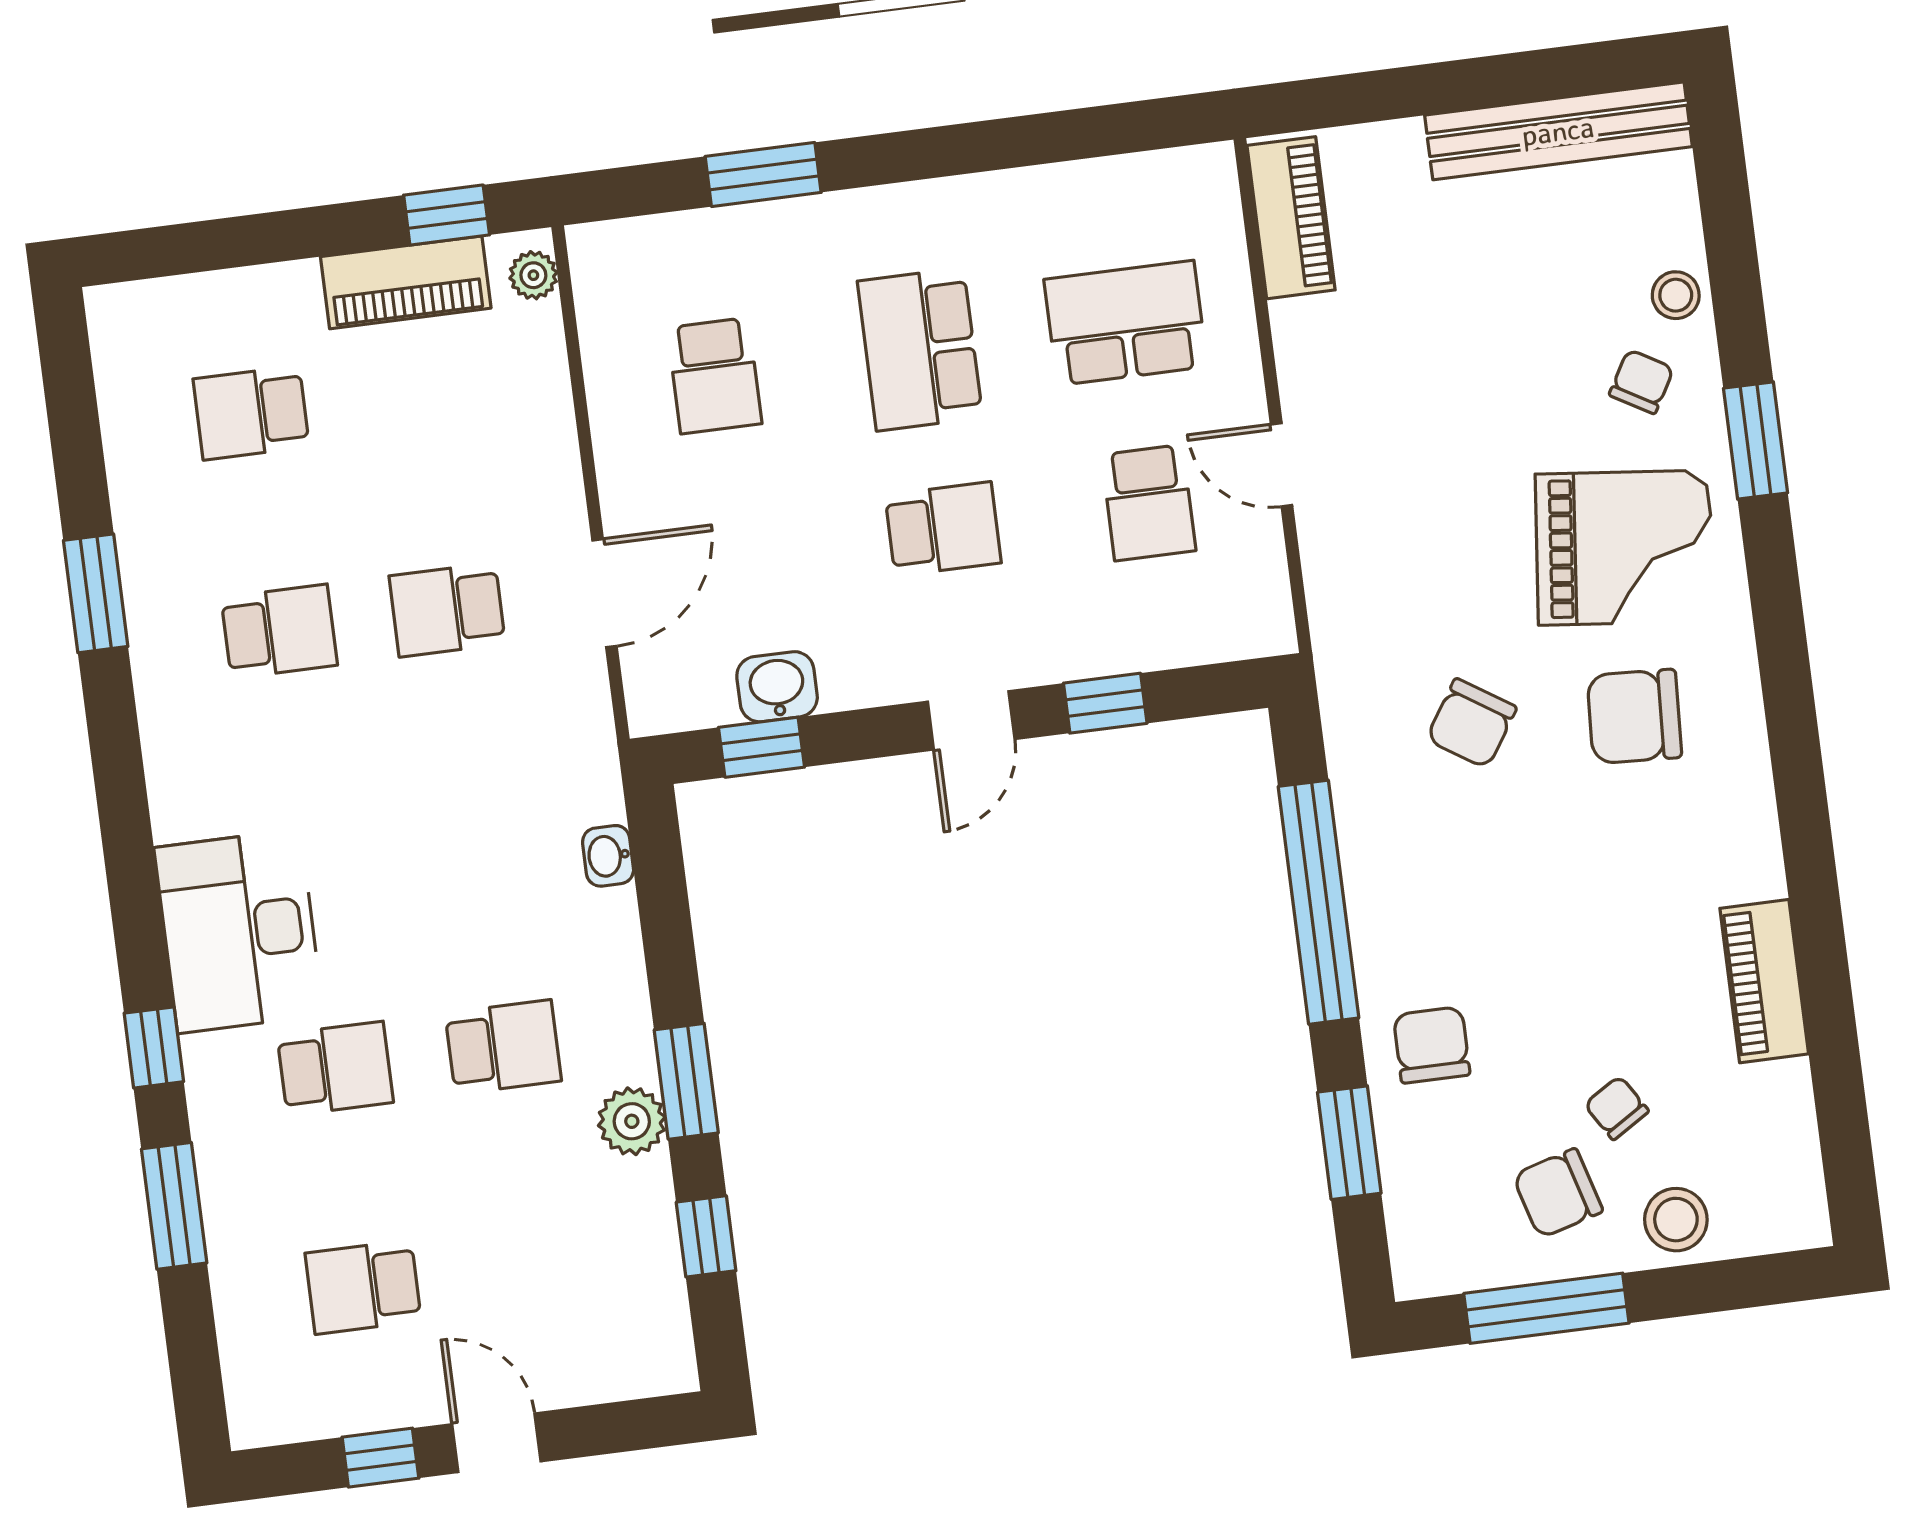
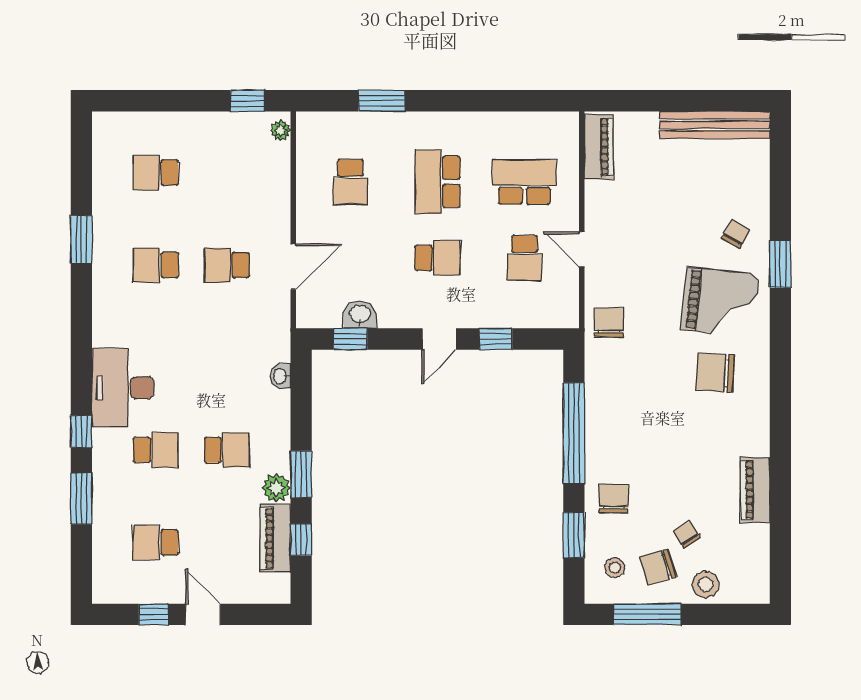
piano: (406, 282) -> (275, 538), moved, turned 90
stool: (1676, 295) -> (615, 568), moved
school desk: (279, 631) -> (156, 265), turned 180
chair: (1471, 723) -> (609, 323), moved, turned 147

